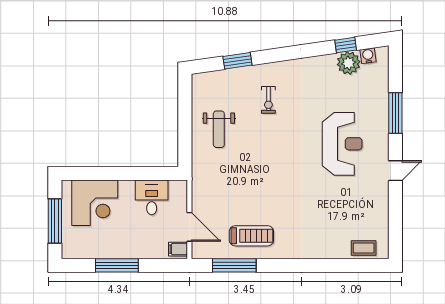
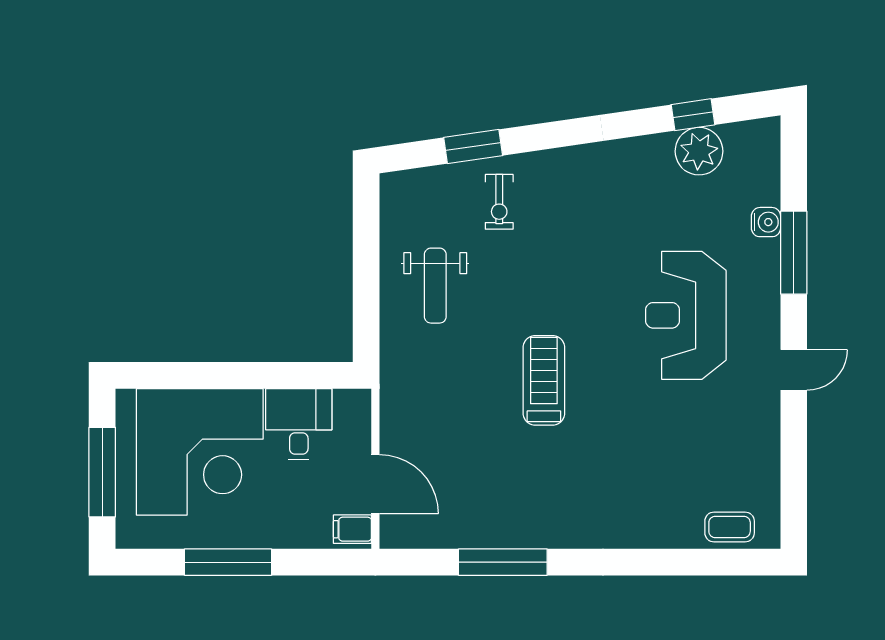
water cooler: (368, 56) -> (766, 222), moved, turned 98
exercise bike: (268, 100) -> (499, 202), moved
reception desk: (342, 144) -> (686, 315), turned 180
corner desk: (95, 203) -> (200, 452), width x1.36, depth x1.36
treadmill: (251, 236) -> (544, 380), moved, turned -90
window: (234, 265) -> (503, 562), moved

